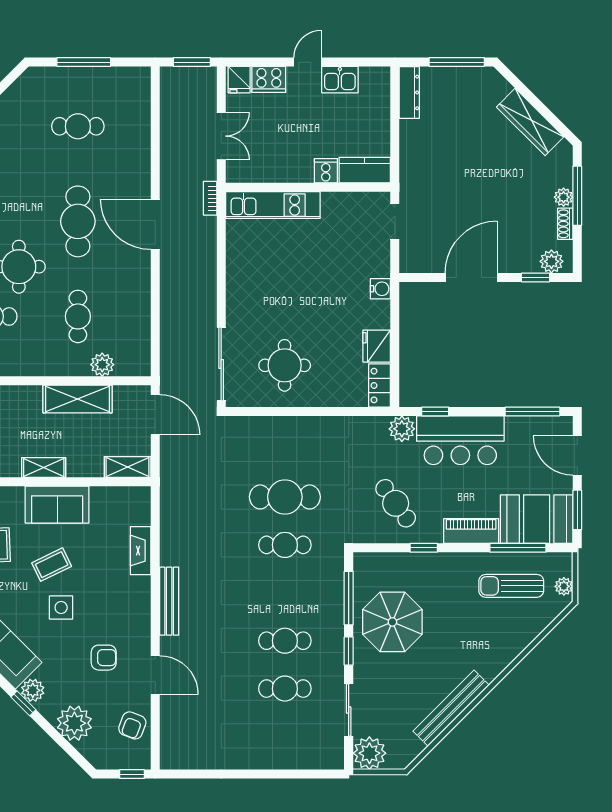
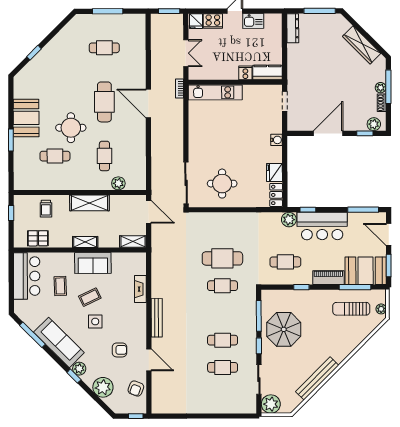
shelving: (77, 399) -> (89, 203), moved
cafe table: (396, 503) -> (285, 262), turned -54

